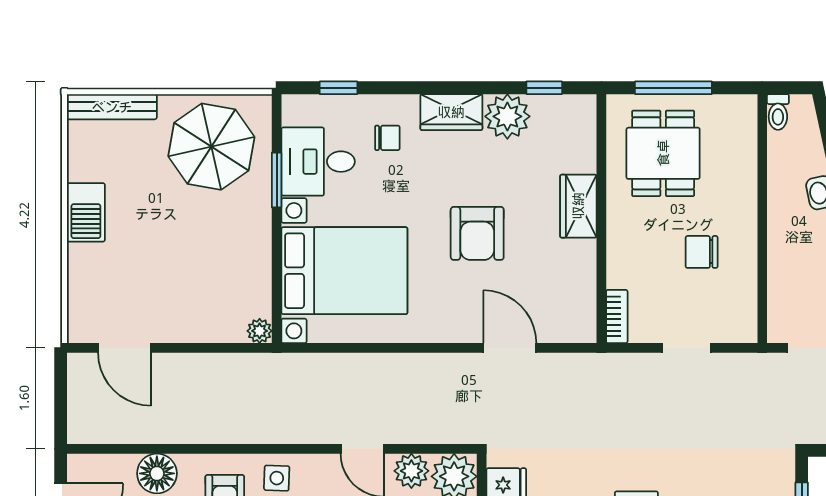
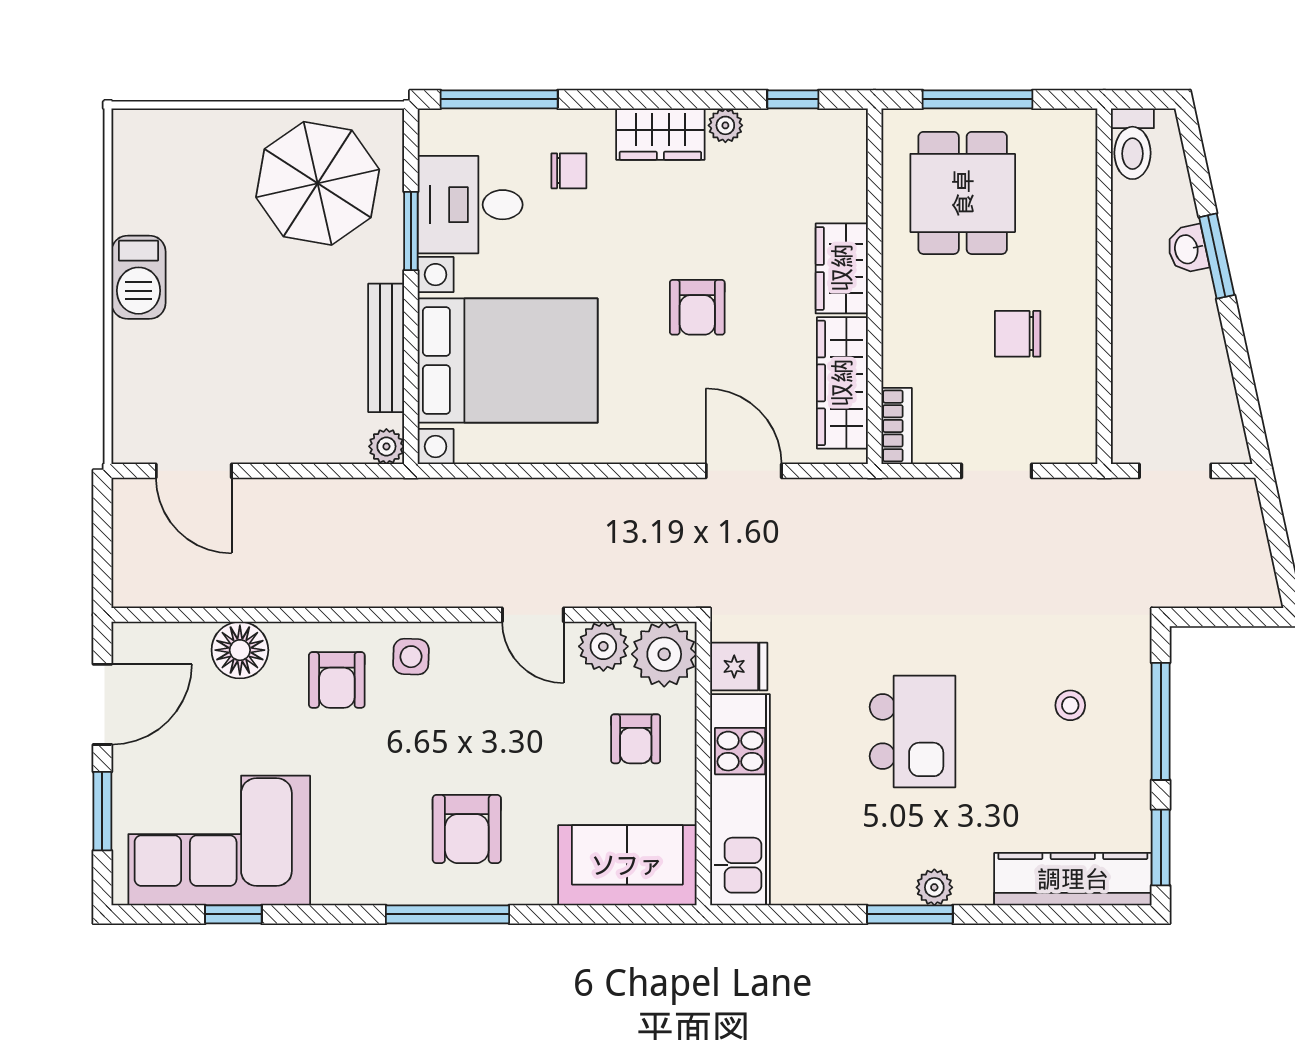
window: (338, 88) -> (499, 99), width x2.17
bench: (112, 107) -> (386, 348), moved, turned 90
toilet: (778, 112) -> (1132, 144), width x1.37, depth x1.39
plant: (507, 116) -> (725, 125), width x0.53, depth x0.53
armchair: (477, 233) -> (697, 307), width x0.72, depth x0.72
wardrobe: (579, 286) -> (842, 383), added

